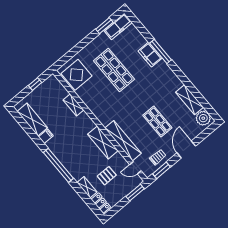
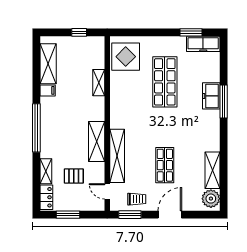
window: (135, 193) -> (68, 215), moved

